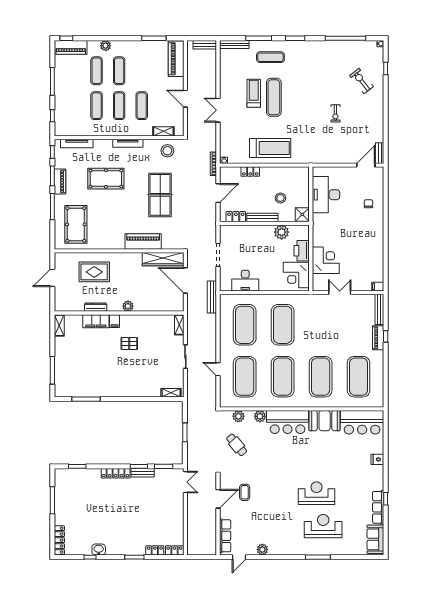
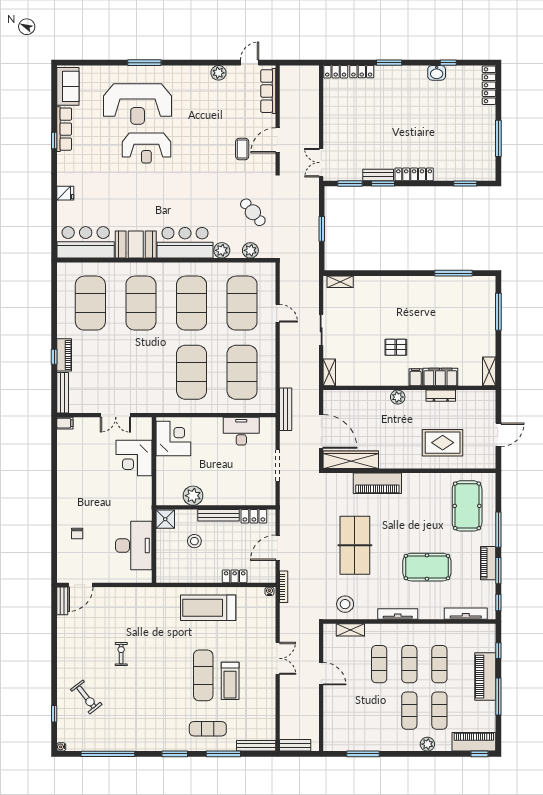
piano: (176, 59) -> (485, 677), moved, turned 180
printer: (302, 251) -> (166, 471), removed
reception desk: (323, 526) -> (138, 104), width x1.36, depth x1.30

